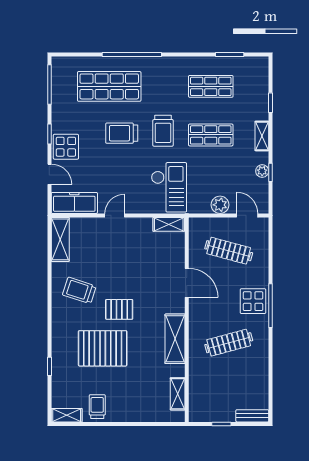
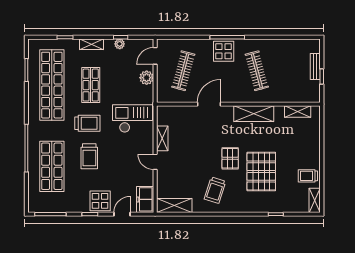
shop shelf: (211, 86) -> (52, 85), width x2.00, depth x1.36
freezer: (74, 203) -> (145, 199), width x0.71
shelving: (169, 224) -> (162, 138), moved
bench: (252, 416) -> (315, 66), moved

